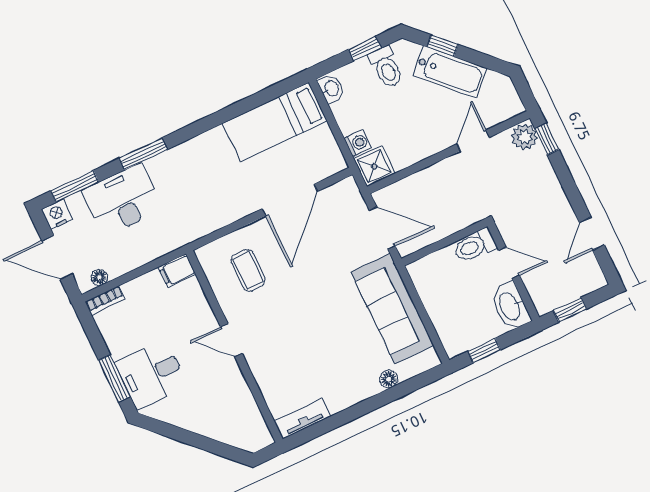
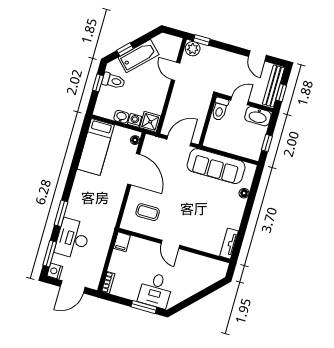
washbasin: (331, 88) -> (121, 117), moved
floor lamp: (99, 277) -> (135, 140), moved
bench: (570, 291) -> (274, 86), added
door: (231, 340) -> (170, 244), hinge flipped

